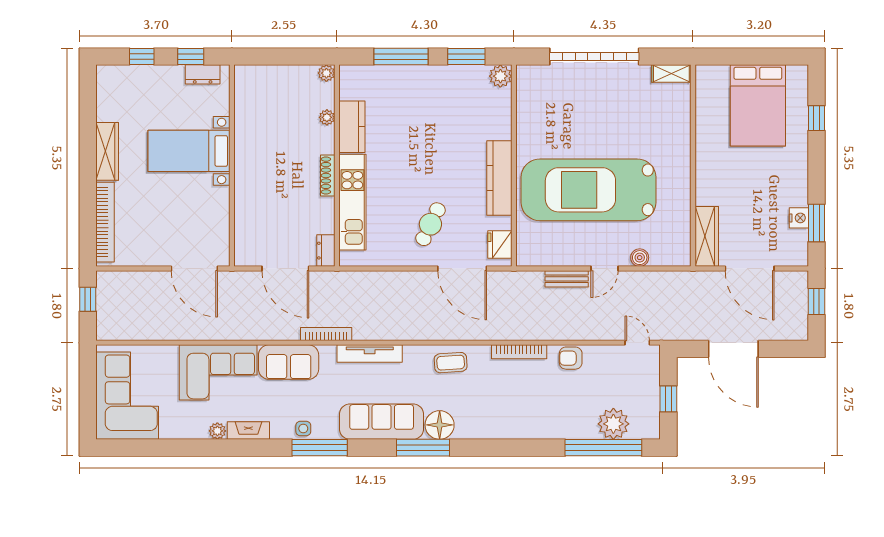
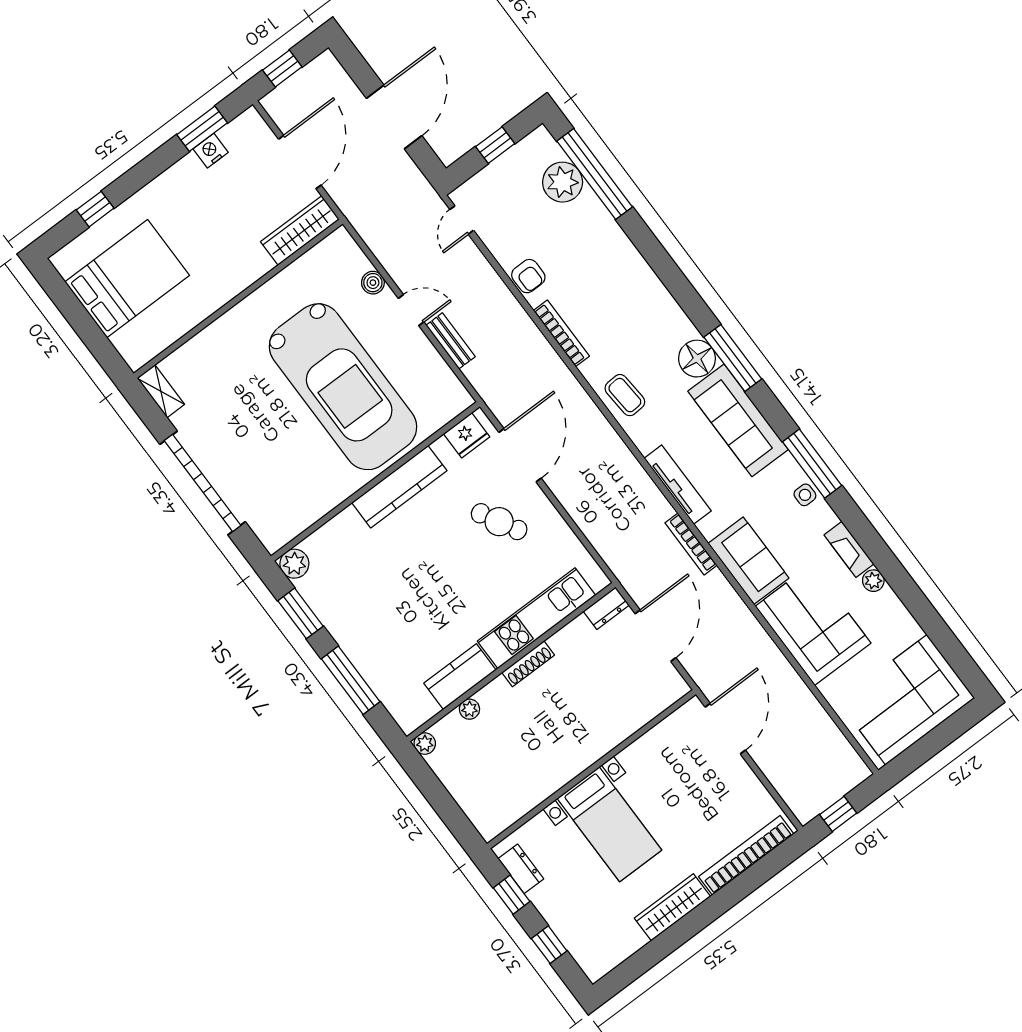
cafe table: (430, 224) -> (499, 522), turned 35

